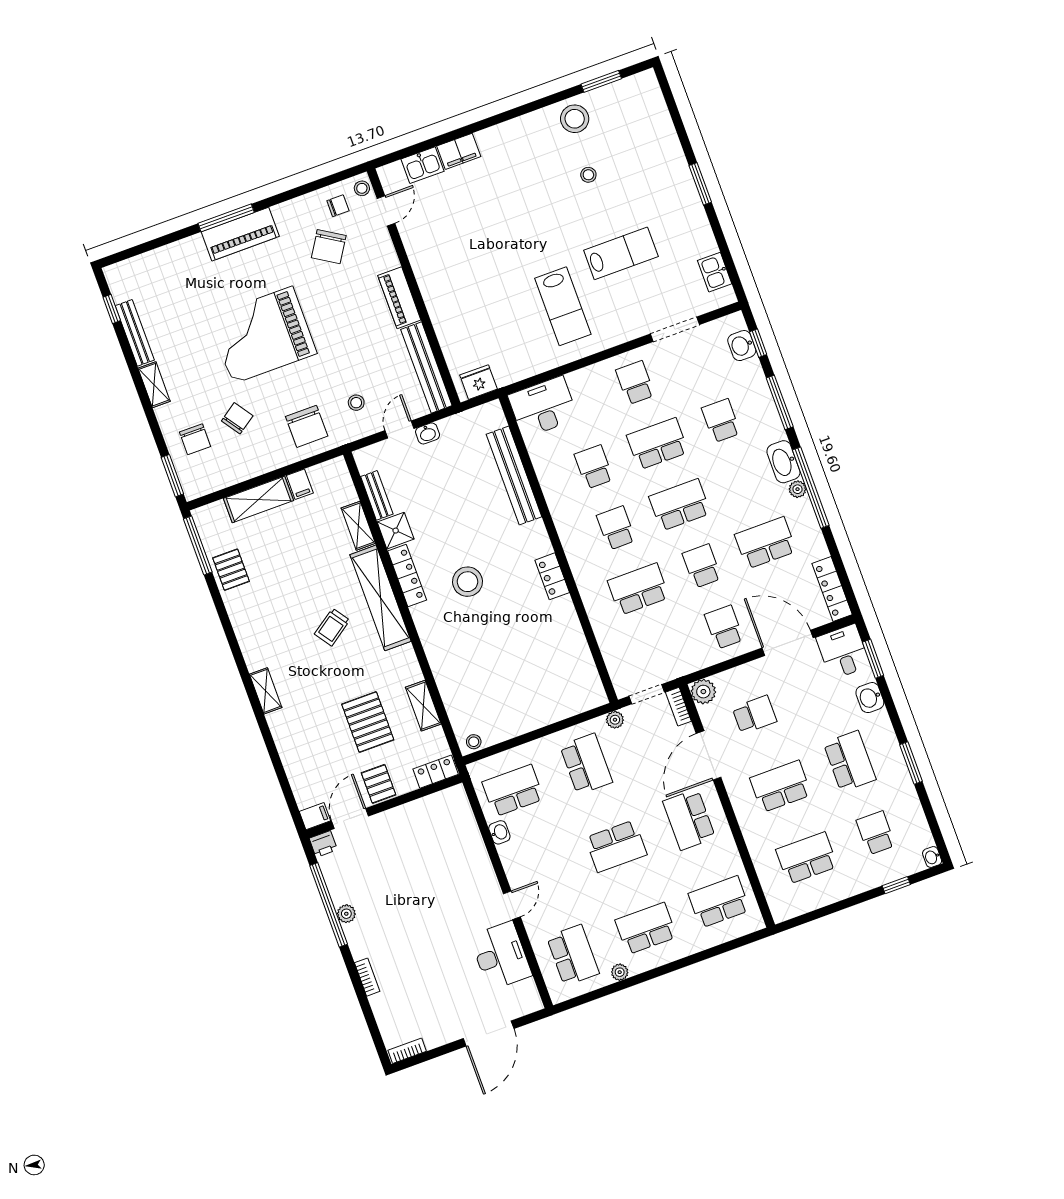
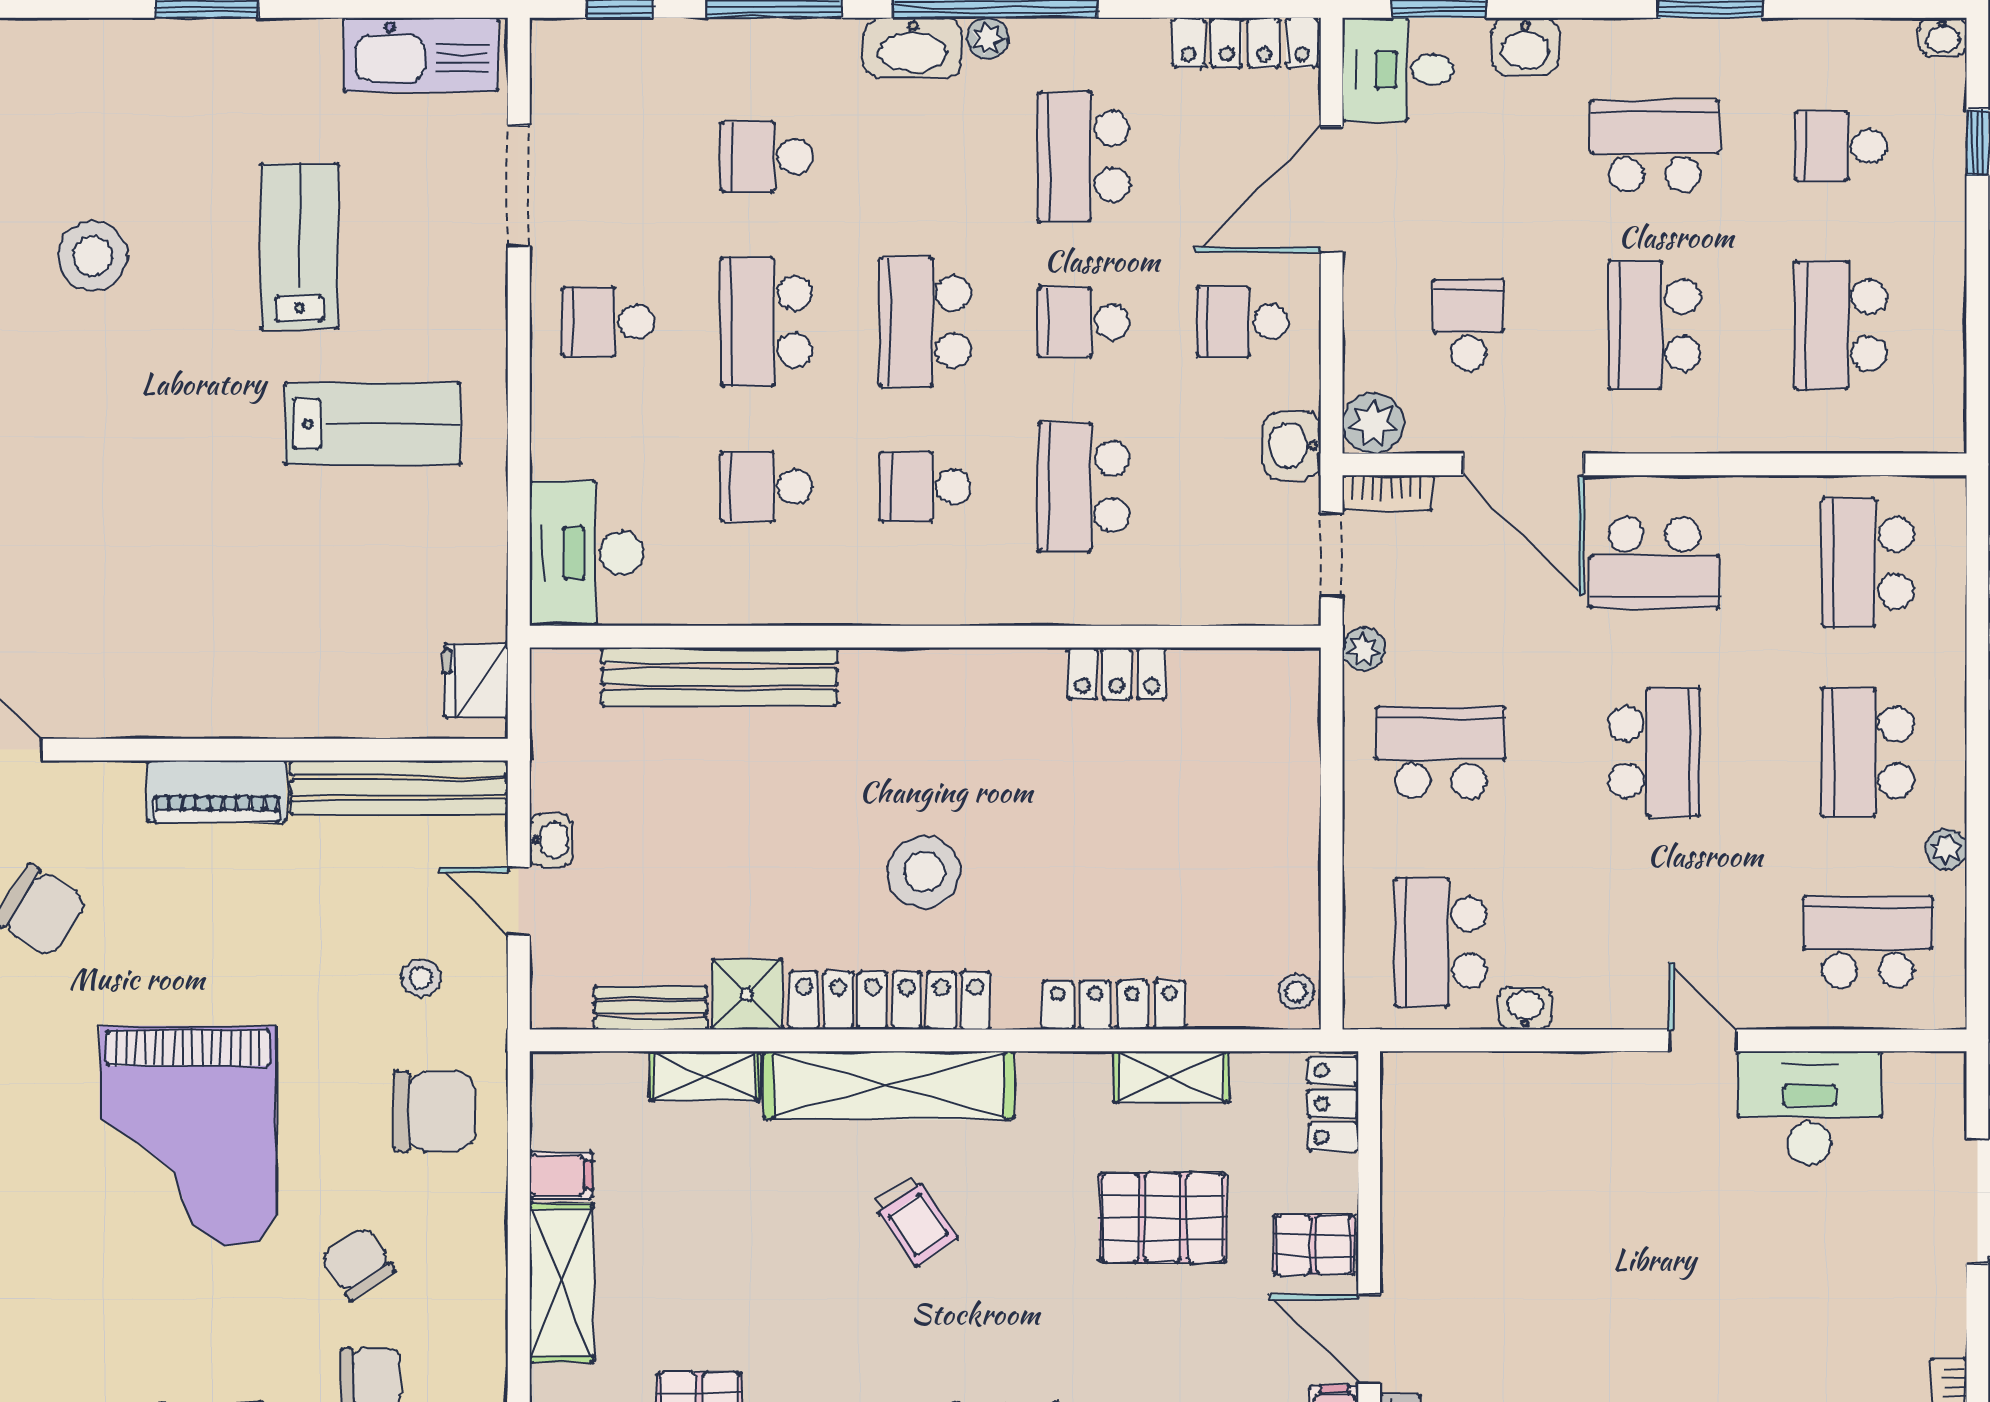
stool: (588, 175) -> (92, 256), width x1.89, depth x1.89
kitchen sink: (715, 272) -> (421, 55), width x1.88, depth x1.24
washbasin: (742, 346) -> (1292, 445), moved, turned 90
locker: (407, 575) -> (890, 1000), width x1.41, depth x1.21
locker: (552, 576) -> (1117, 674), moved
locker: (443, 673) -> (1114, 1005), added

